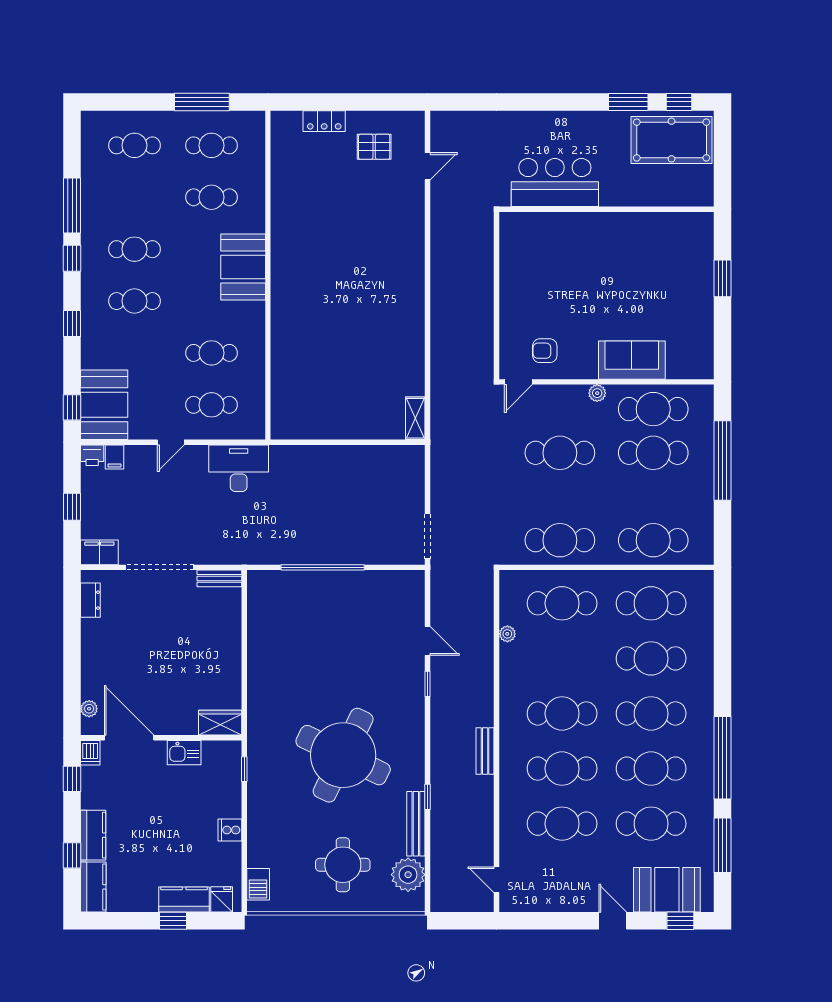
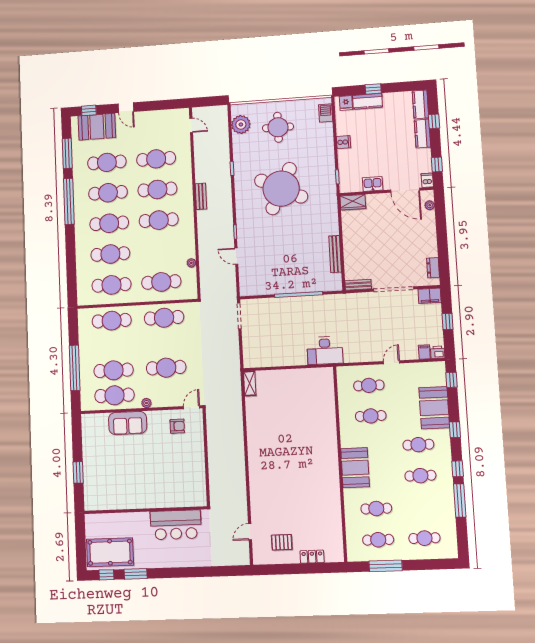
booth: (104, 405) -> (434, 408), moved
desk: (239, 468) -> (325, 350), moved
bench: (416, 824) -> (335, 254), moved

